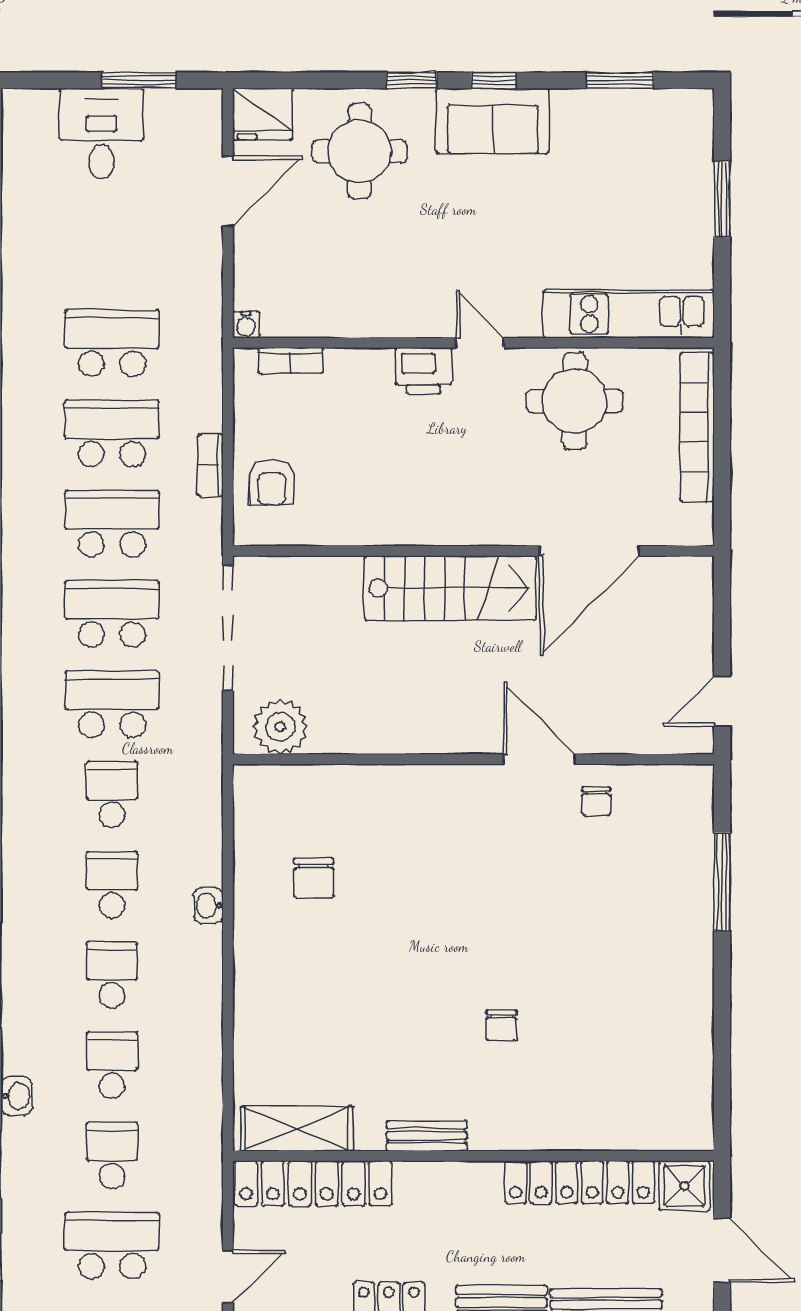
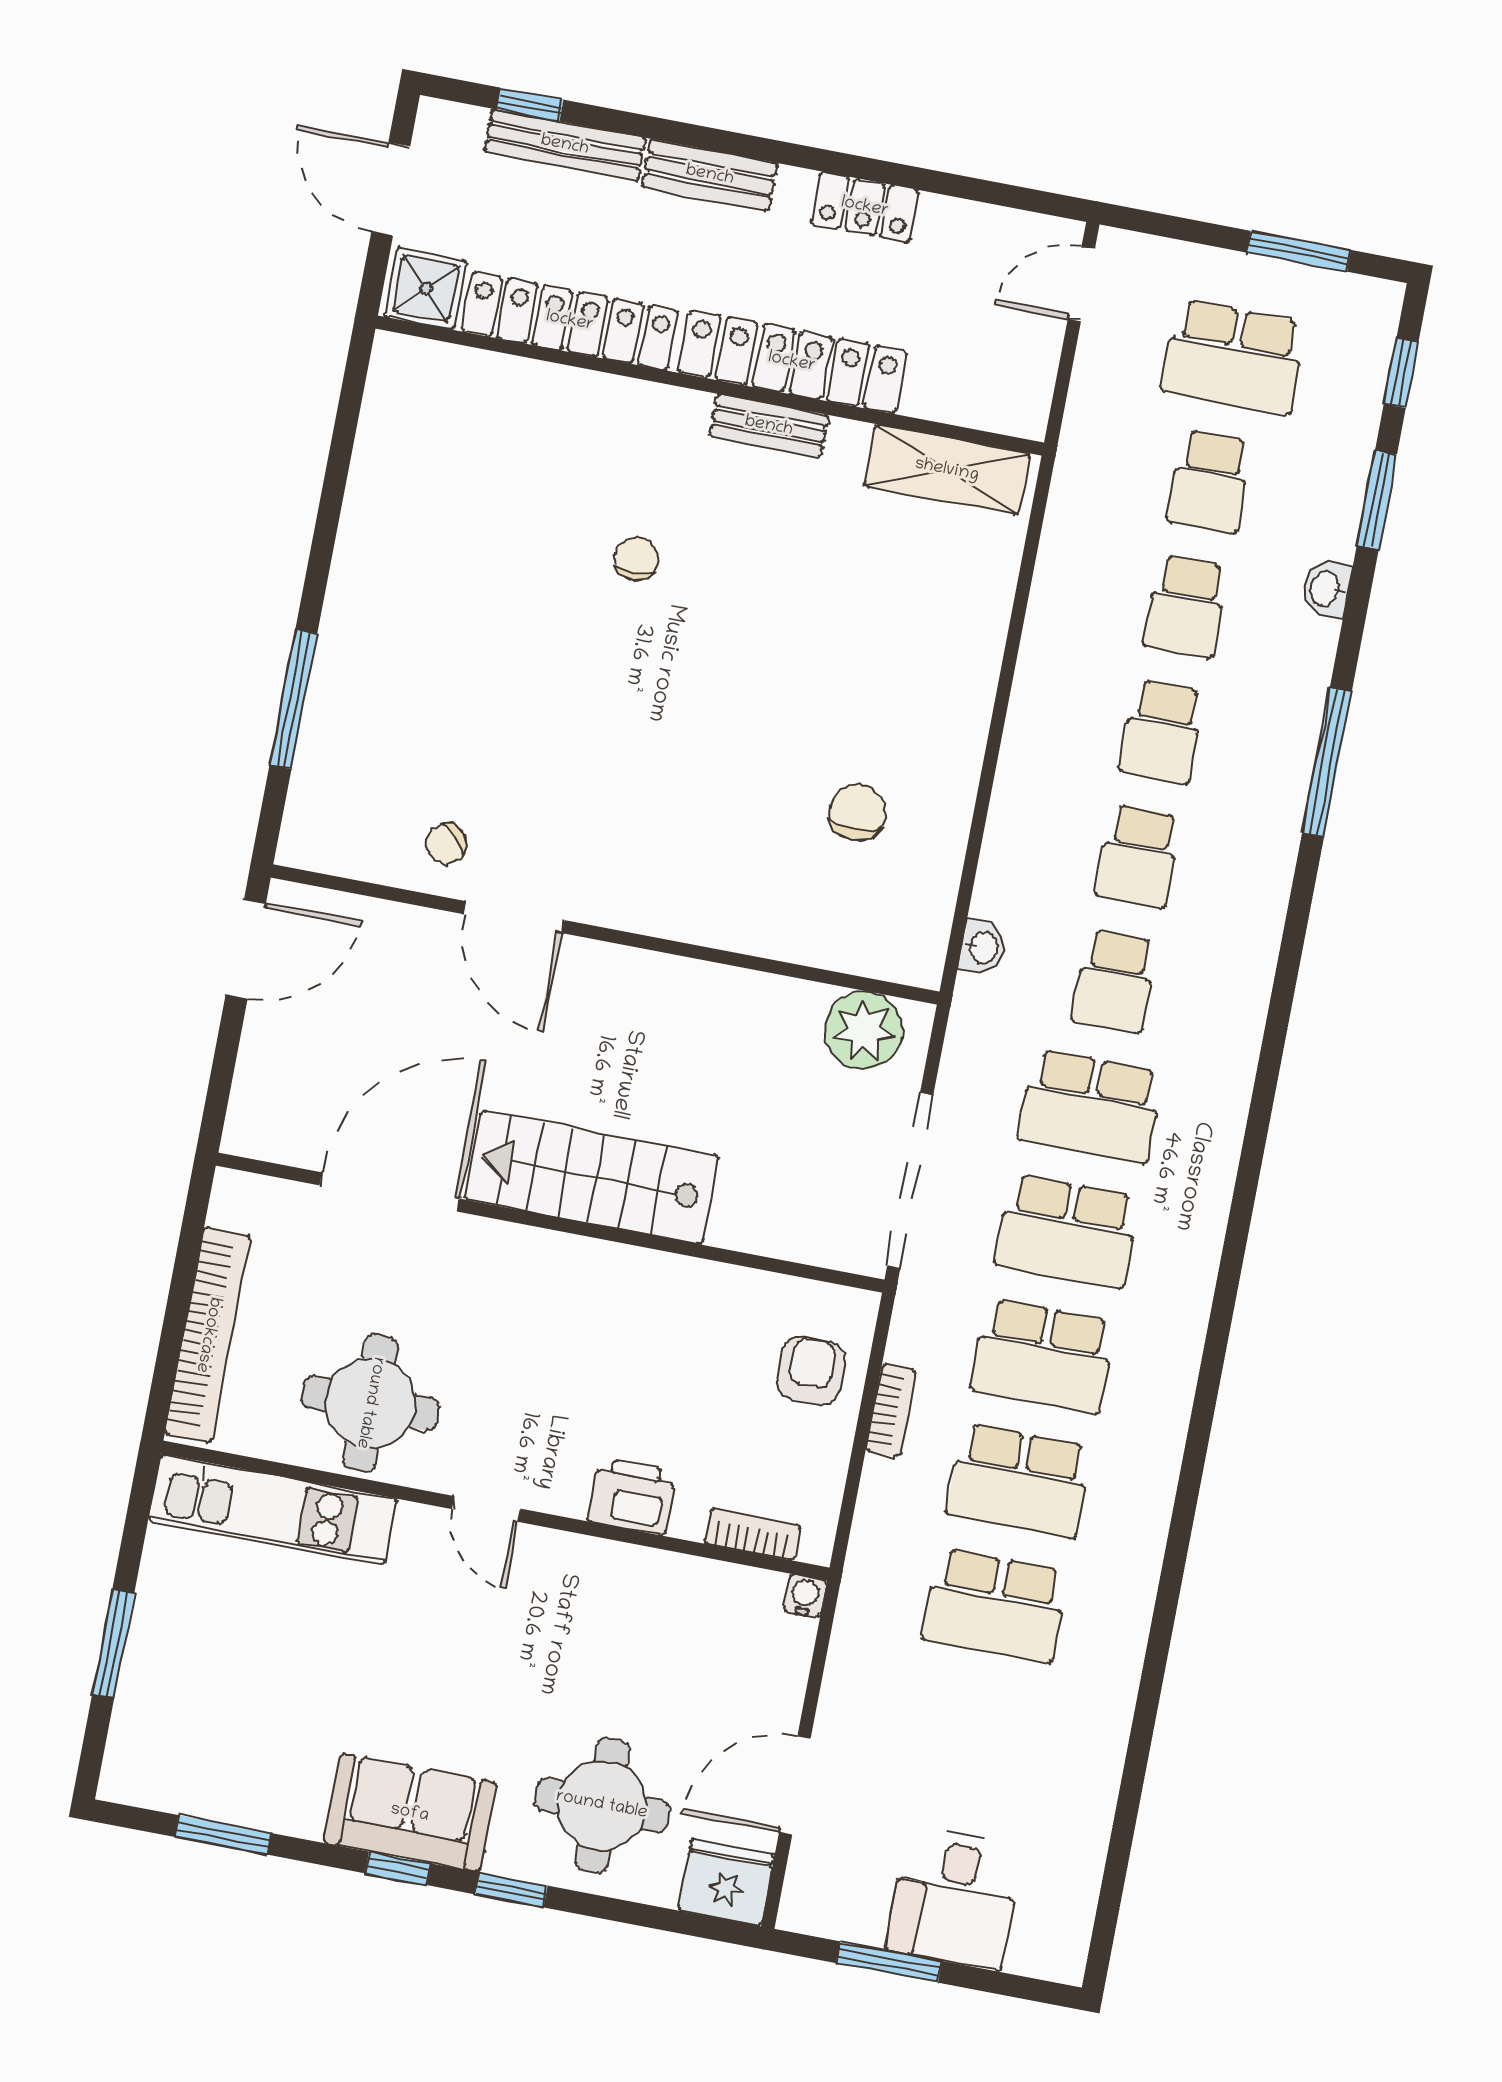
printer: (423, 371) -> (632, 1496), moved
door: (722, 701) -> (246, 949), width x1.38
chair: (596, 801) -> (446, 844), turned -134
washbasin: (208, 906) -> (982, 947), moved
locker: (313, 1183) -> (792, 362), moved

